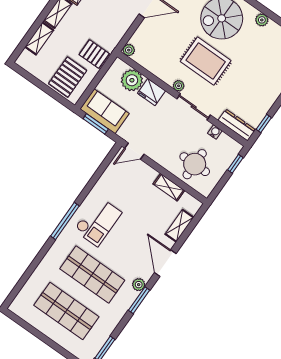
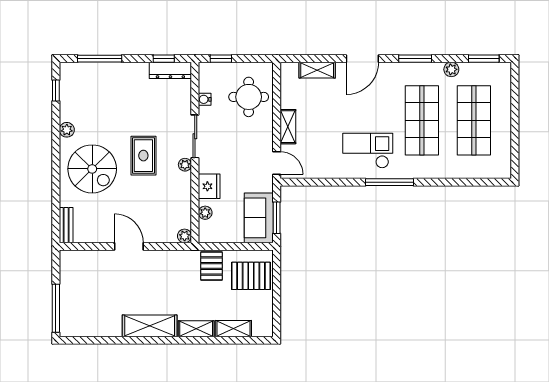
rug: (206, 61) -> (143, 156), width x0.73, depth x0.70
plant: (132, 80) -> (205, 213), width x0.53, depth x0.53
dresser: (237, 125) -> (170, 70), moved, turned -90
shelving: (169, 187) -> (288, 127), moved
plant: (139, 285) -> (451, 69), moved

